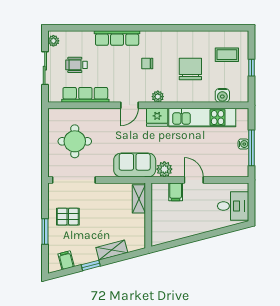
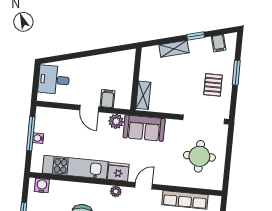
water cooler: (222, 95) -> (42, 186), moved
pallet: (68, 217) -> (213, 85), turned 90

